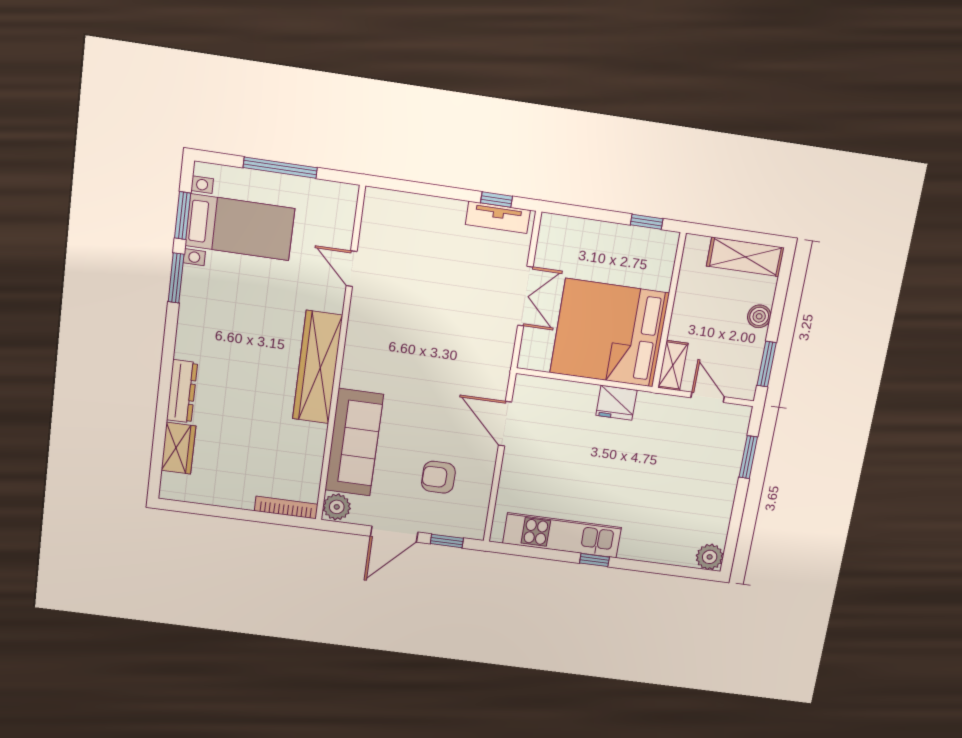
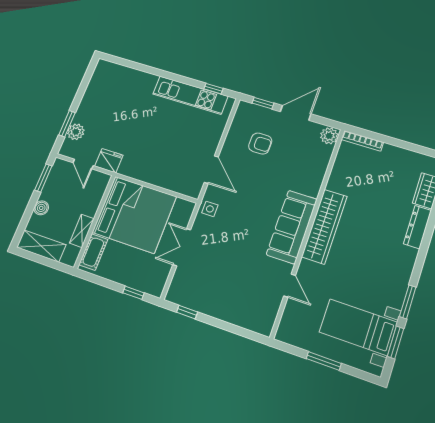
window: (280, 168) -> (324, 361), width x0.69
tv unit: (498, 217) -> (189, 301), removed
window: (647, 222) -> (133, 293), moved
cot: (661, 263) -> (93, 252), added
side table: (495, 363) -> (210, 209), added
shelving: (673, 365) -> (82, 231), moved
fridge: (617, 403) -> (109, 161), moved
sofa: (354, 442) -> (292, 227), moved
plant: (710, 557) -> (76, 132), moved
window: (594, 560) -> (213, 89), moved

